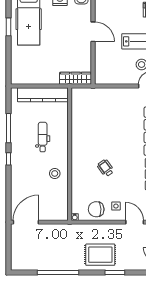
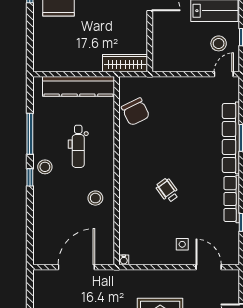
dental chair: (43, 137) -> (78, 146), turned 180
stool: (19, 151) -> (45, 167), added
chair: (96, 209) -> (135, 112), moved, turned -114
door: (26, 222) -> (76, 267), moved

